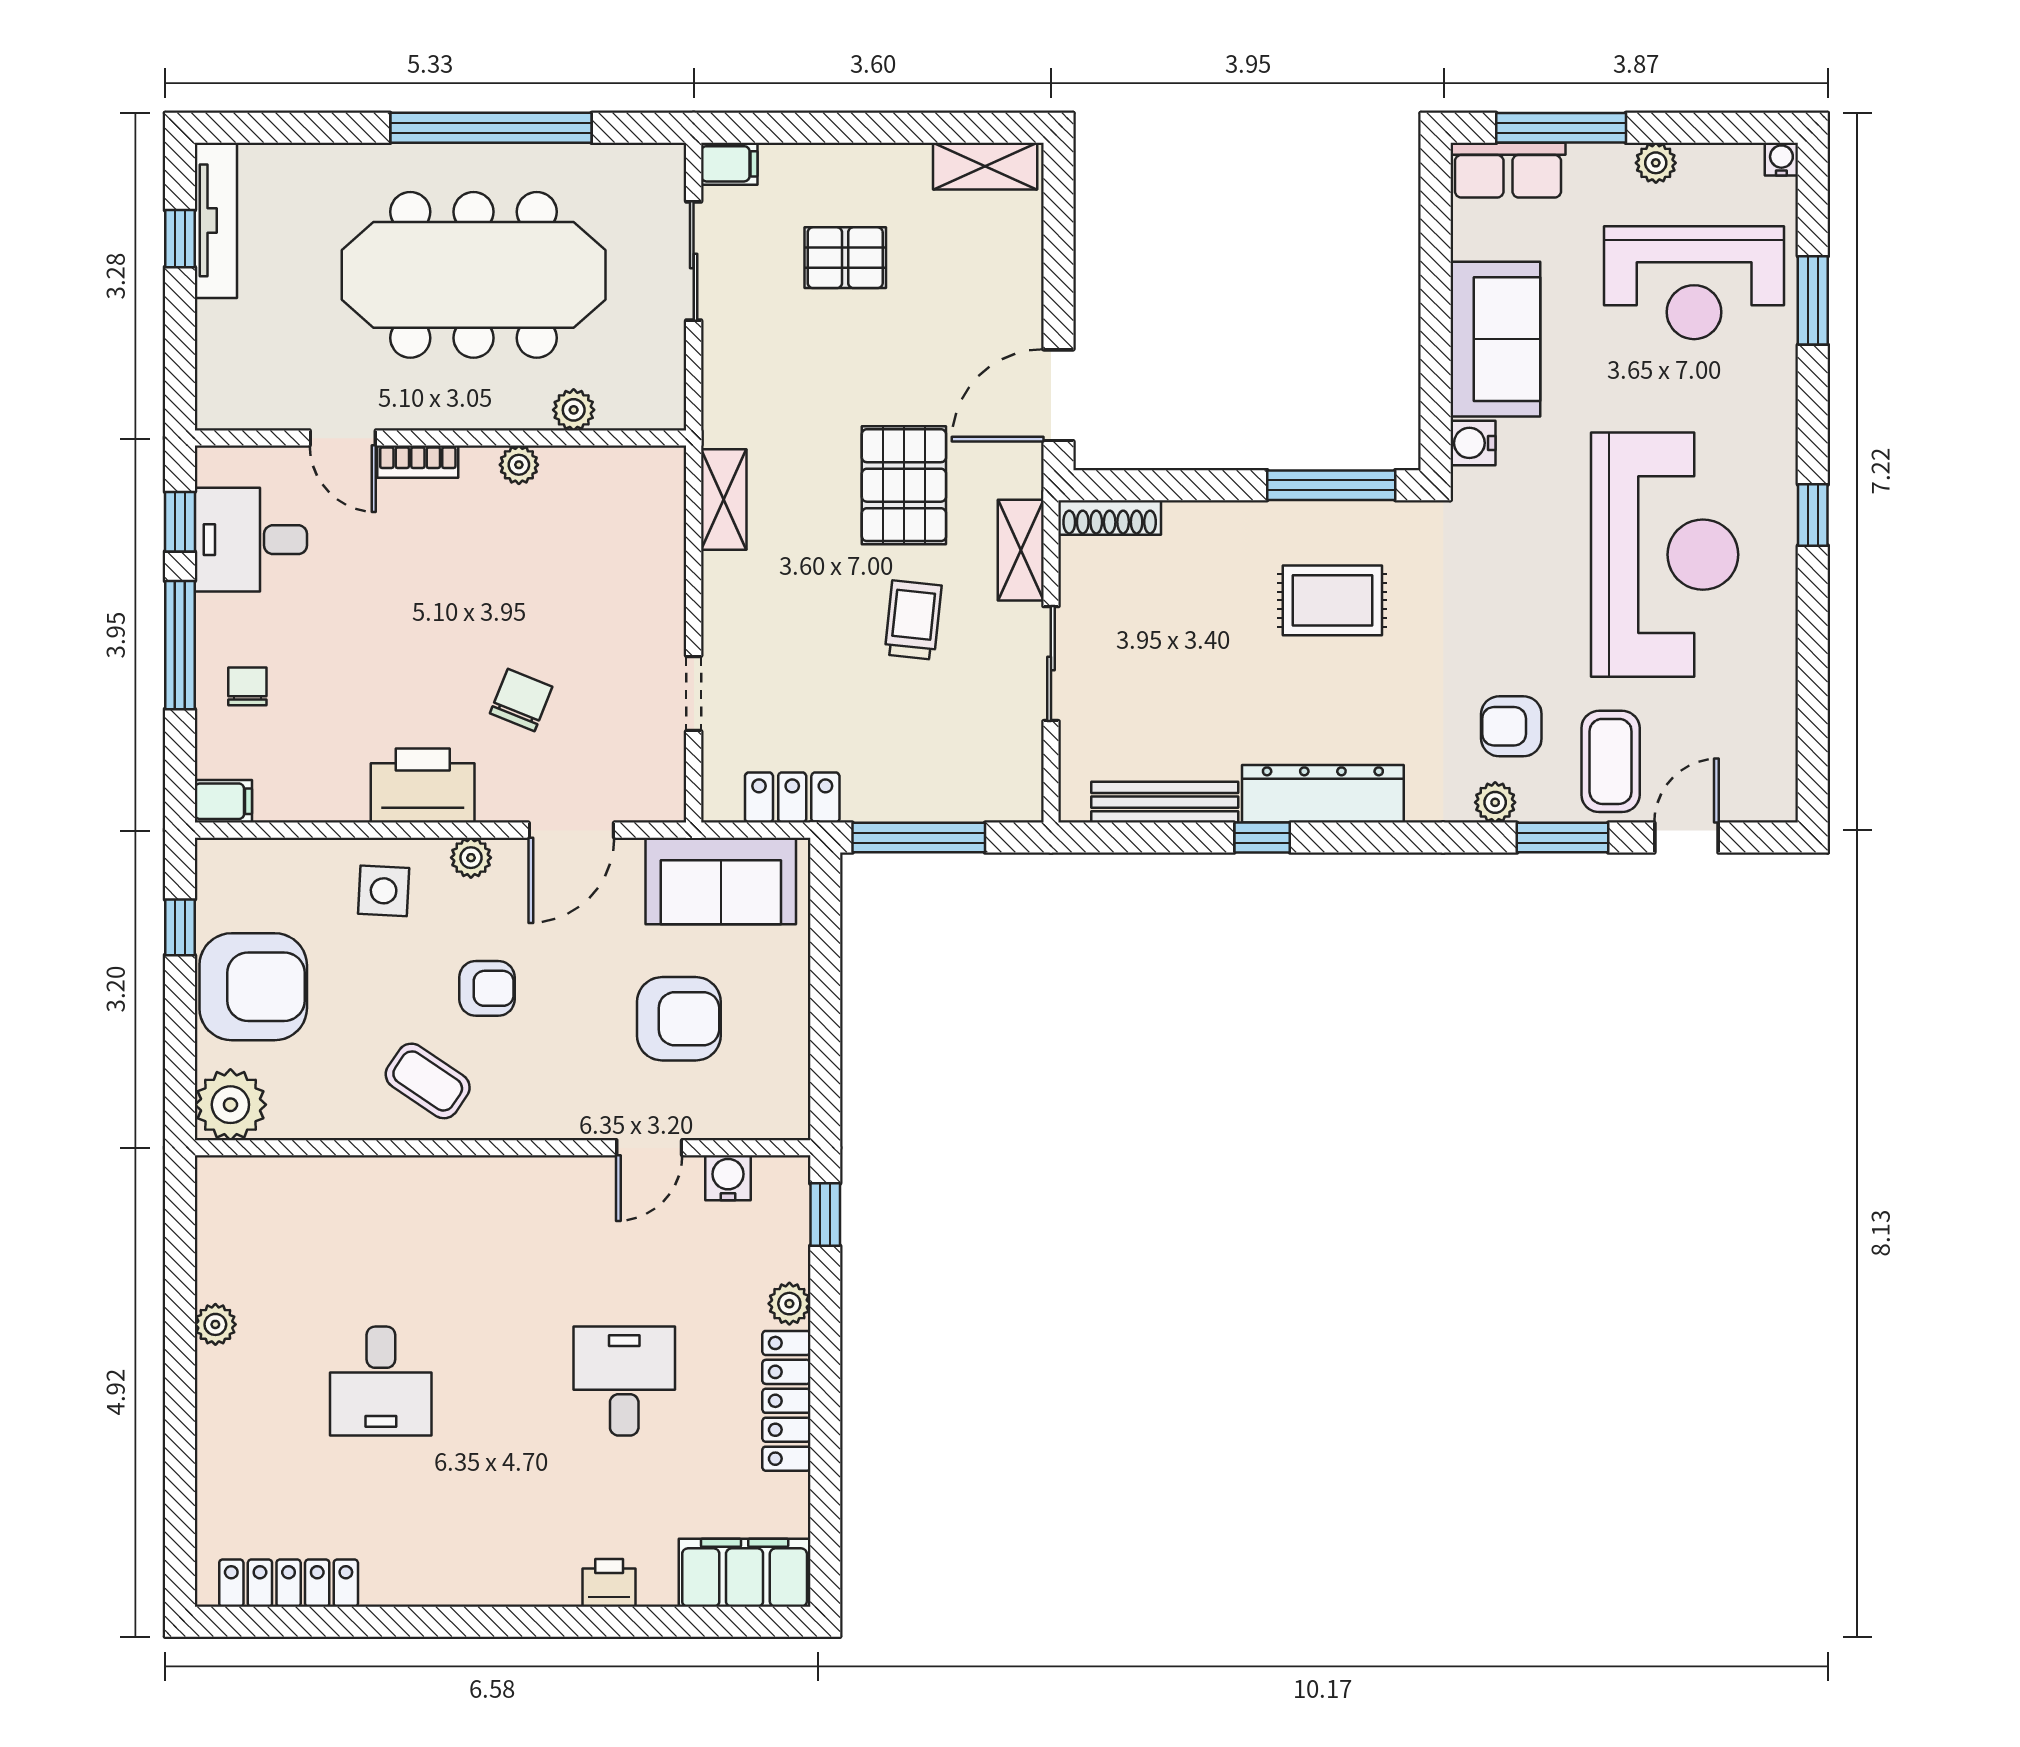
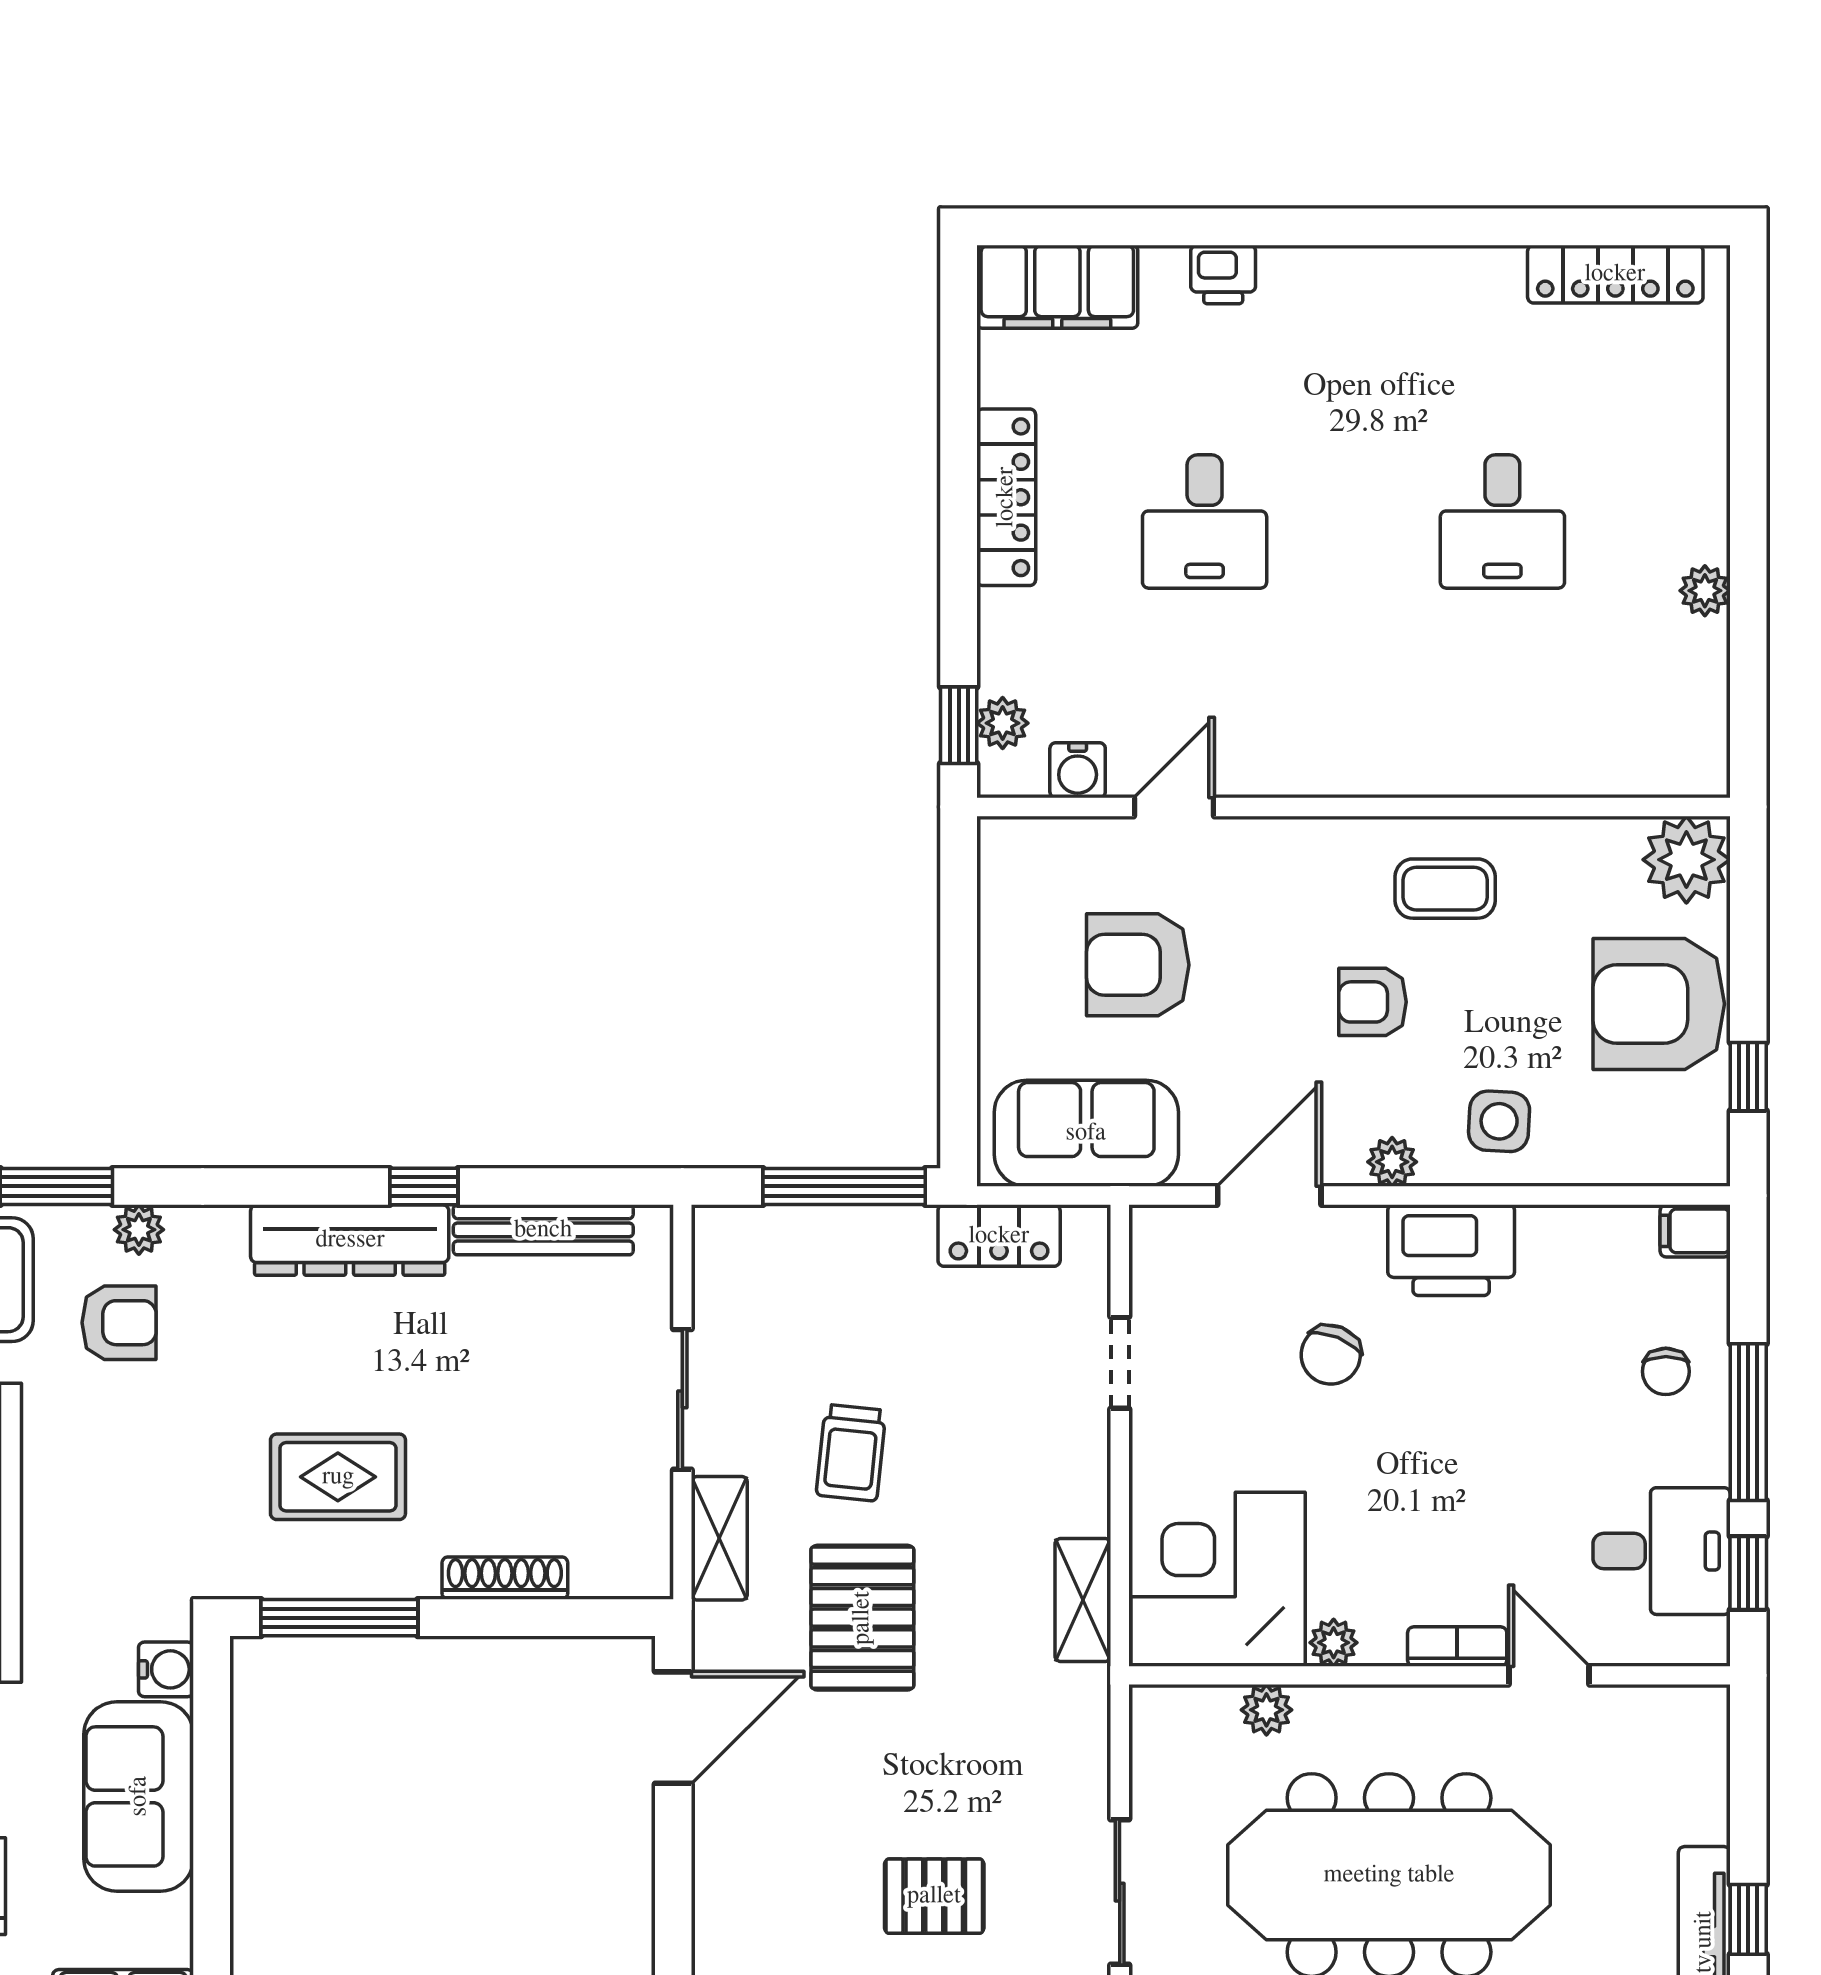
corner desk: (613, 517) -> (1218, 1579), added
shoe rack: (1110, 517) -> (505, 1578), moved
coffee table: (428, 1081) -> (1445, 889), turned -34
plant: (789, 1304) -> (1003, 723), moved
desk: (381, 1381) -> (1502, 521), turned 180

